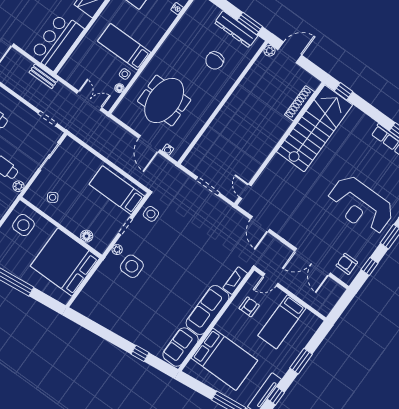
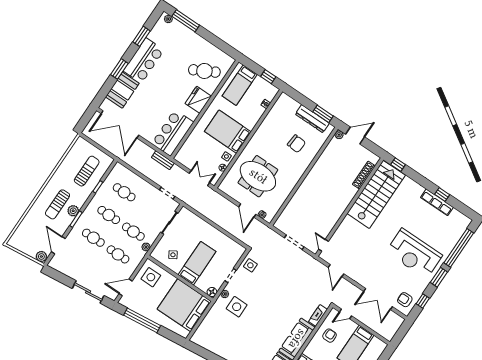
bed: (124, 47) -> (228, 132), width x1.50
chair: (215, 60) -> (296, 144), turned -86
meeting table: (164, 101) -> (258, 176), turned 90
bed: (117, 190) -> (197, 263), moved, turned 90
floor lamp: (87, 236) -> (212, 292), moved

